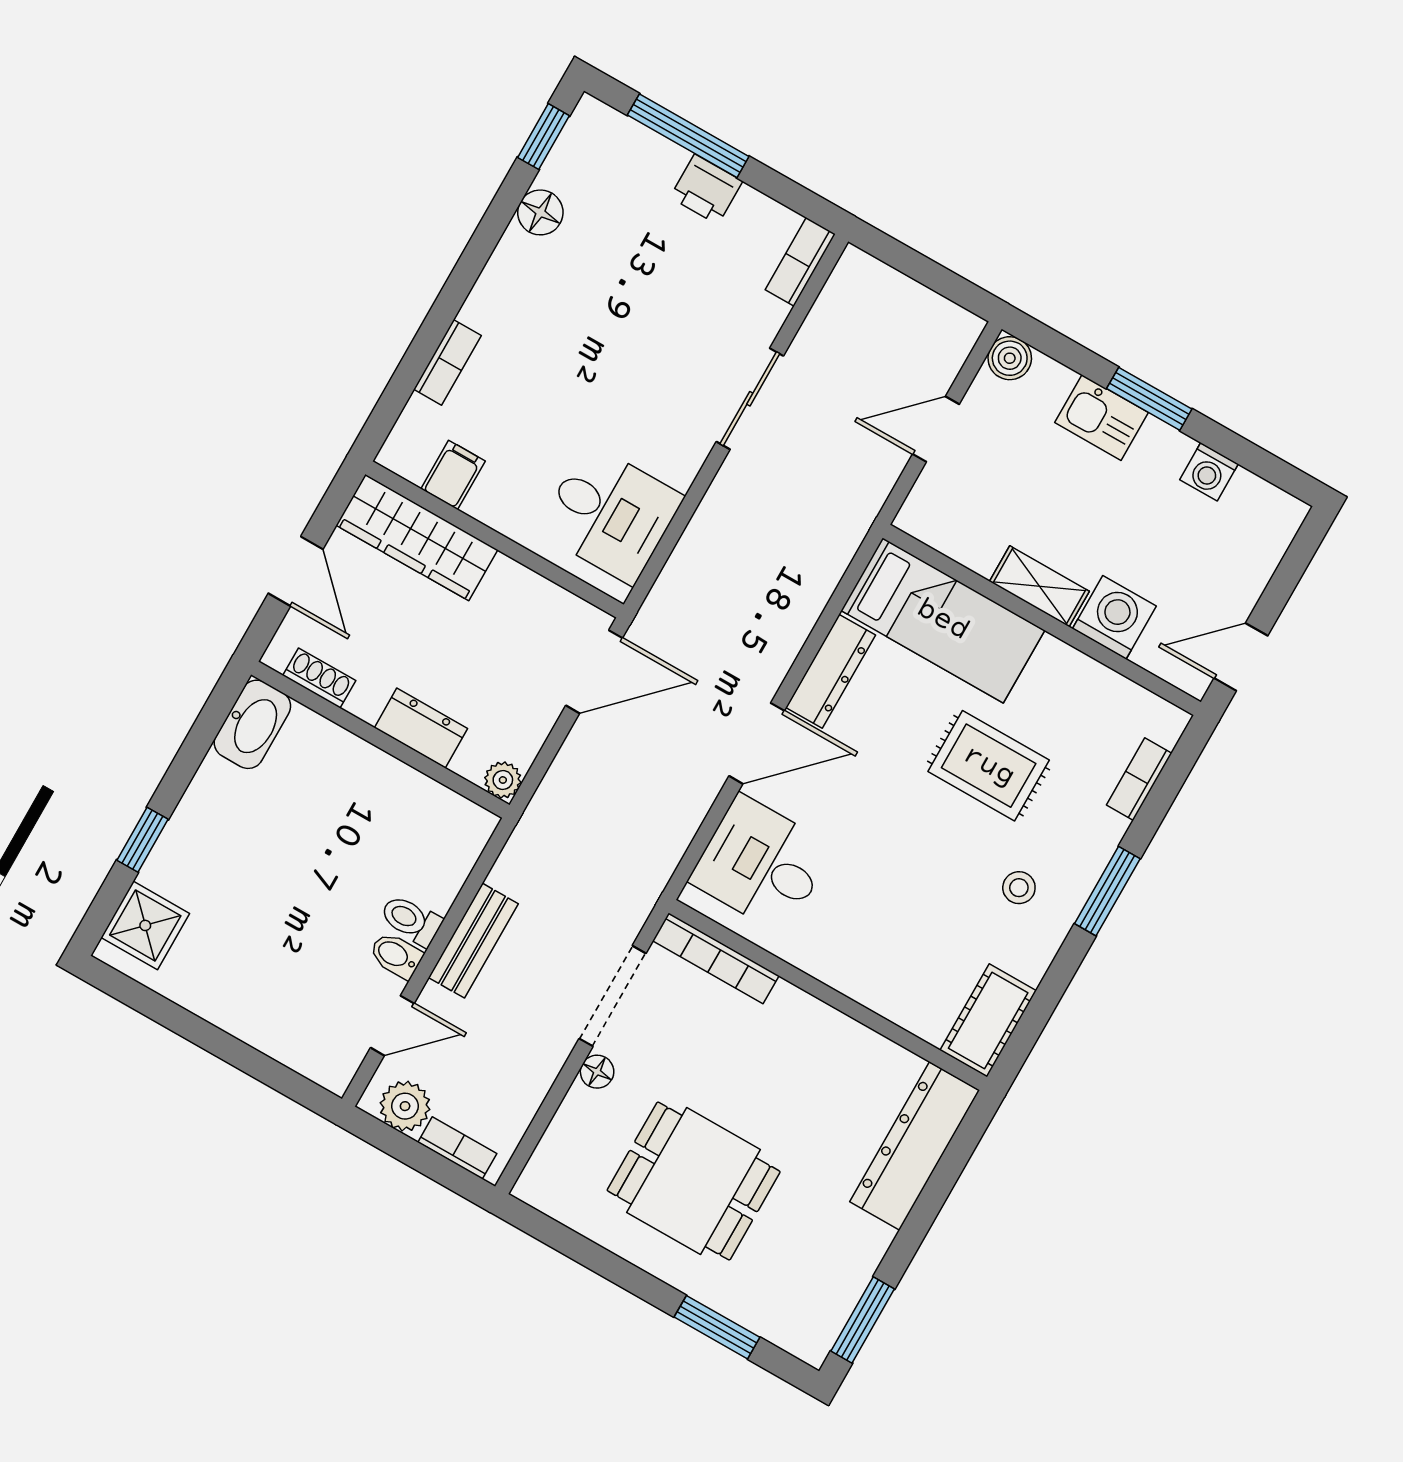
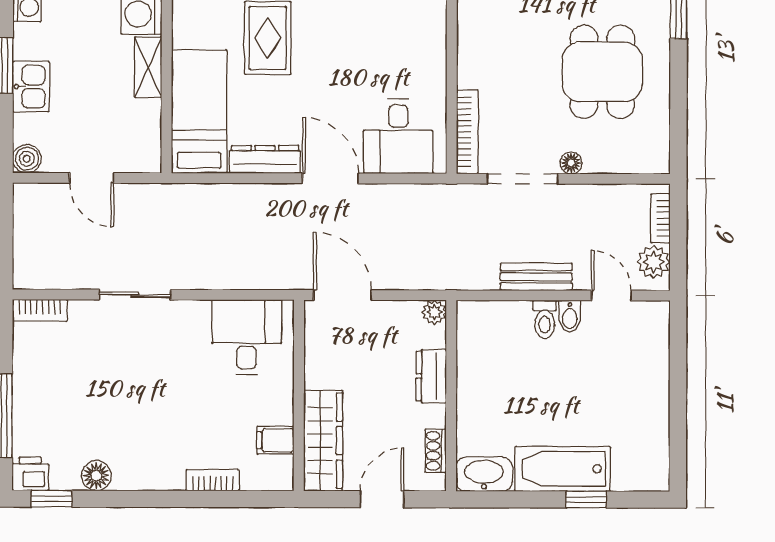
printer: (706, 189) -> (30, 474), moved, turned -90
bathtub: (201, 832) -> (563, 469), added
shower: (145, 925) -> (634, 470), removed

